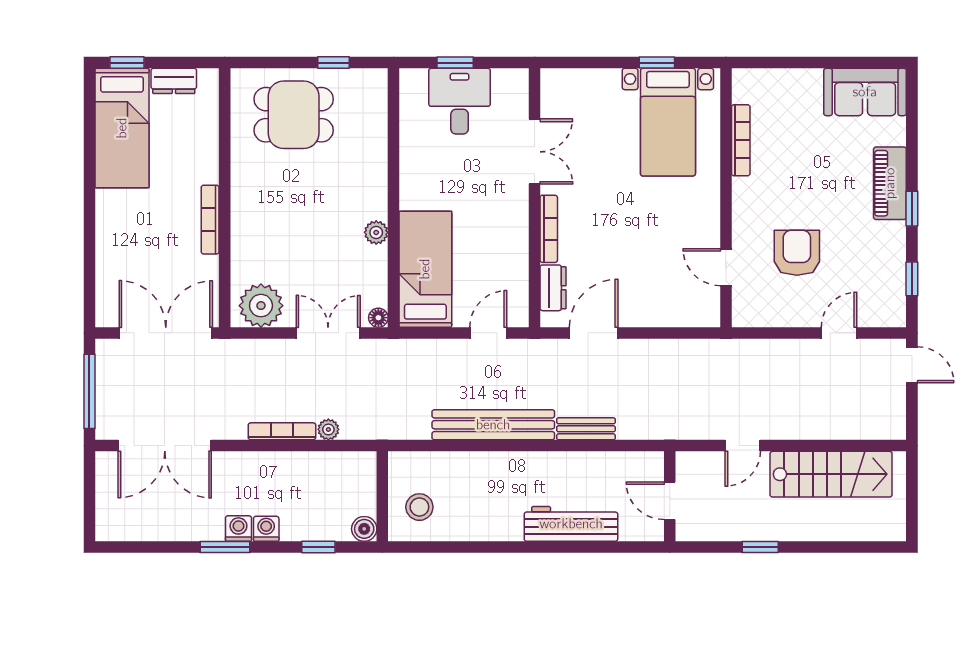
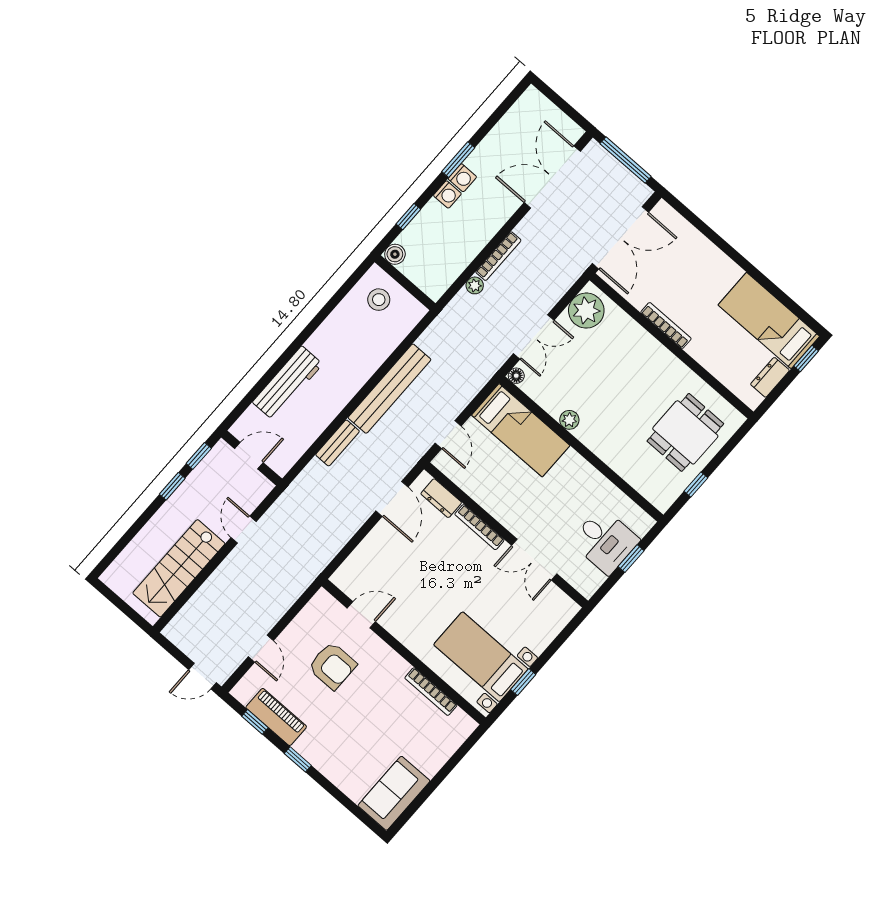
piano: (890, 183) -> (276, 717), moved
window: (711, 547) -> (199, 456), added

